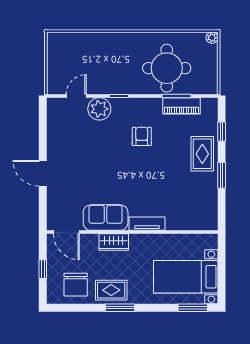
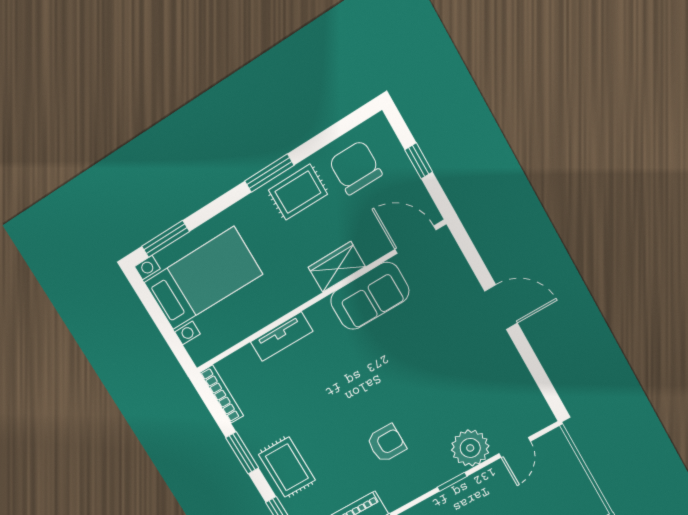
armchair: (142, 136) -> (386, 443), turned -90
bookcase: (213, 212) -> (222, 394), added
tv unit: (147, 224) -> (282, 337), moved

